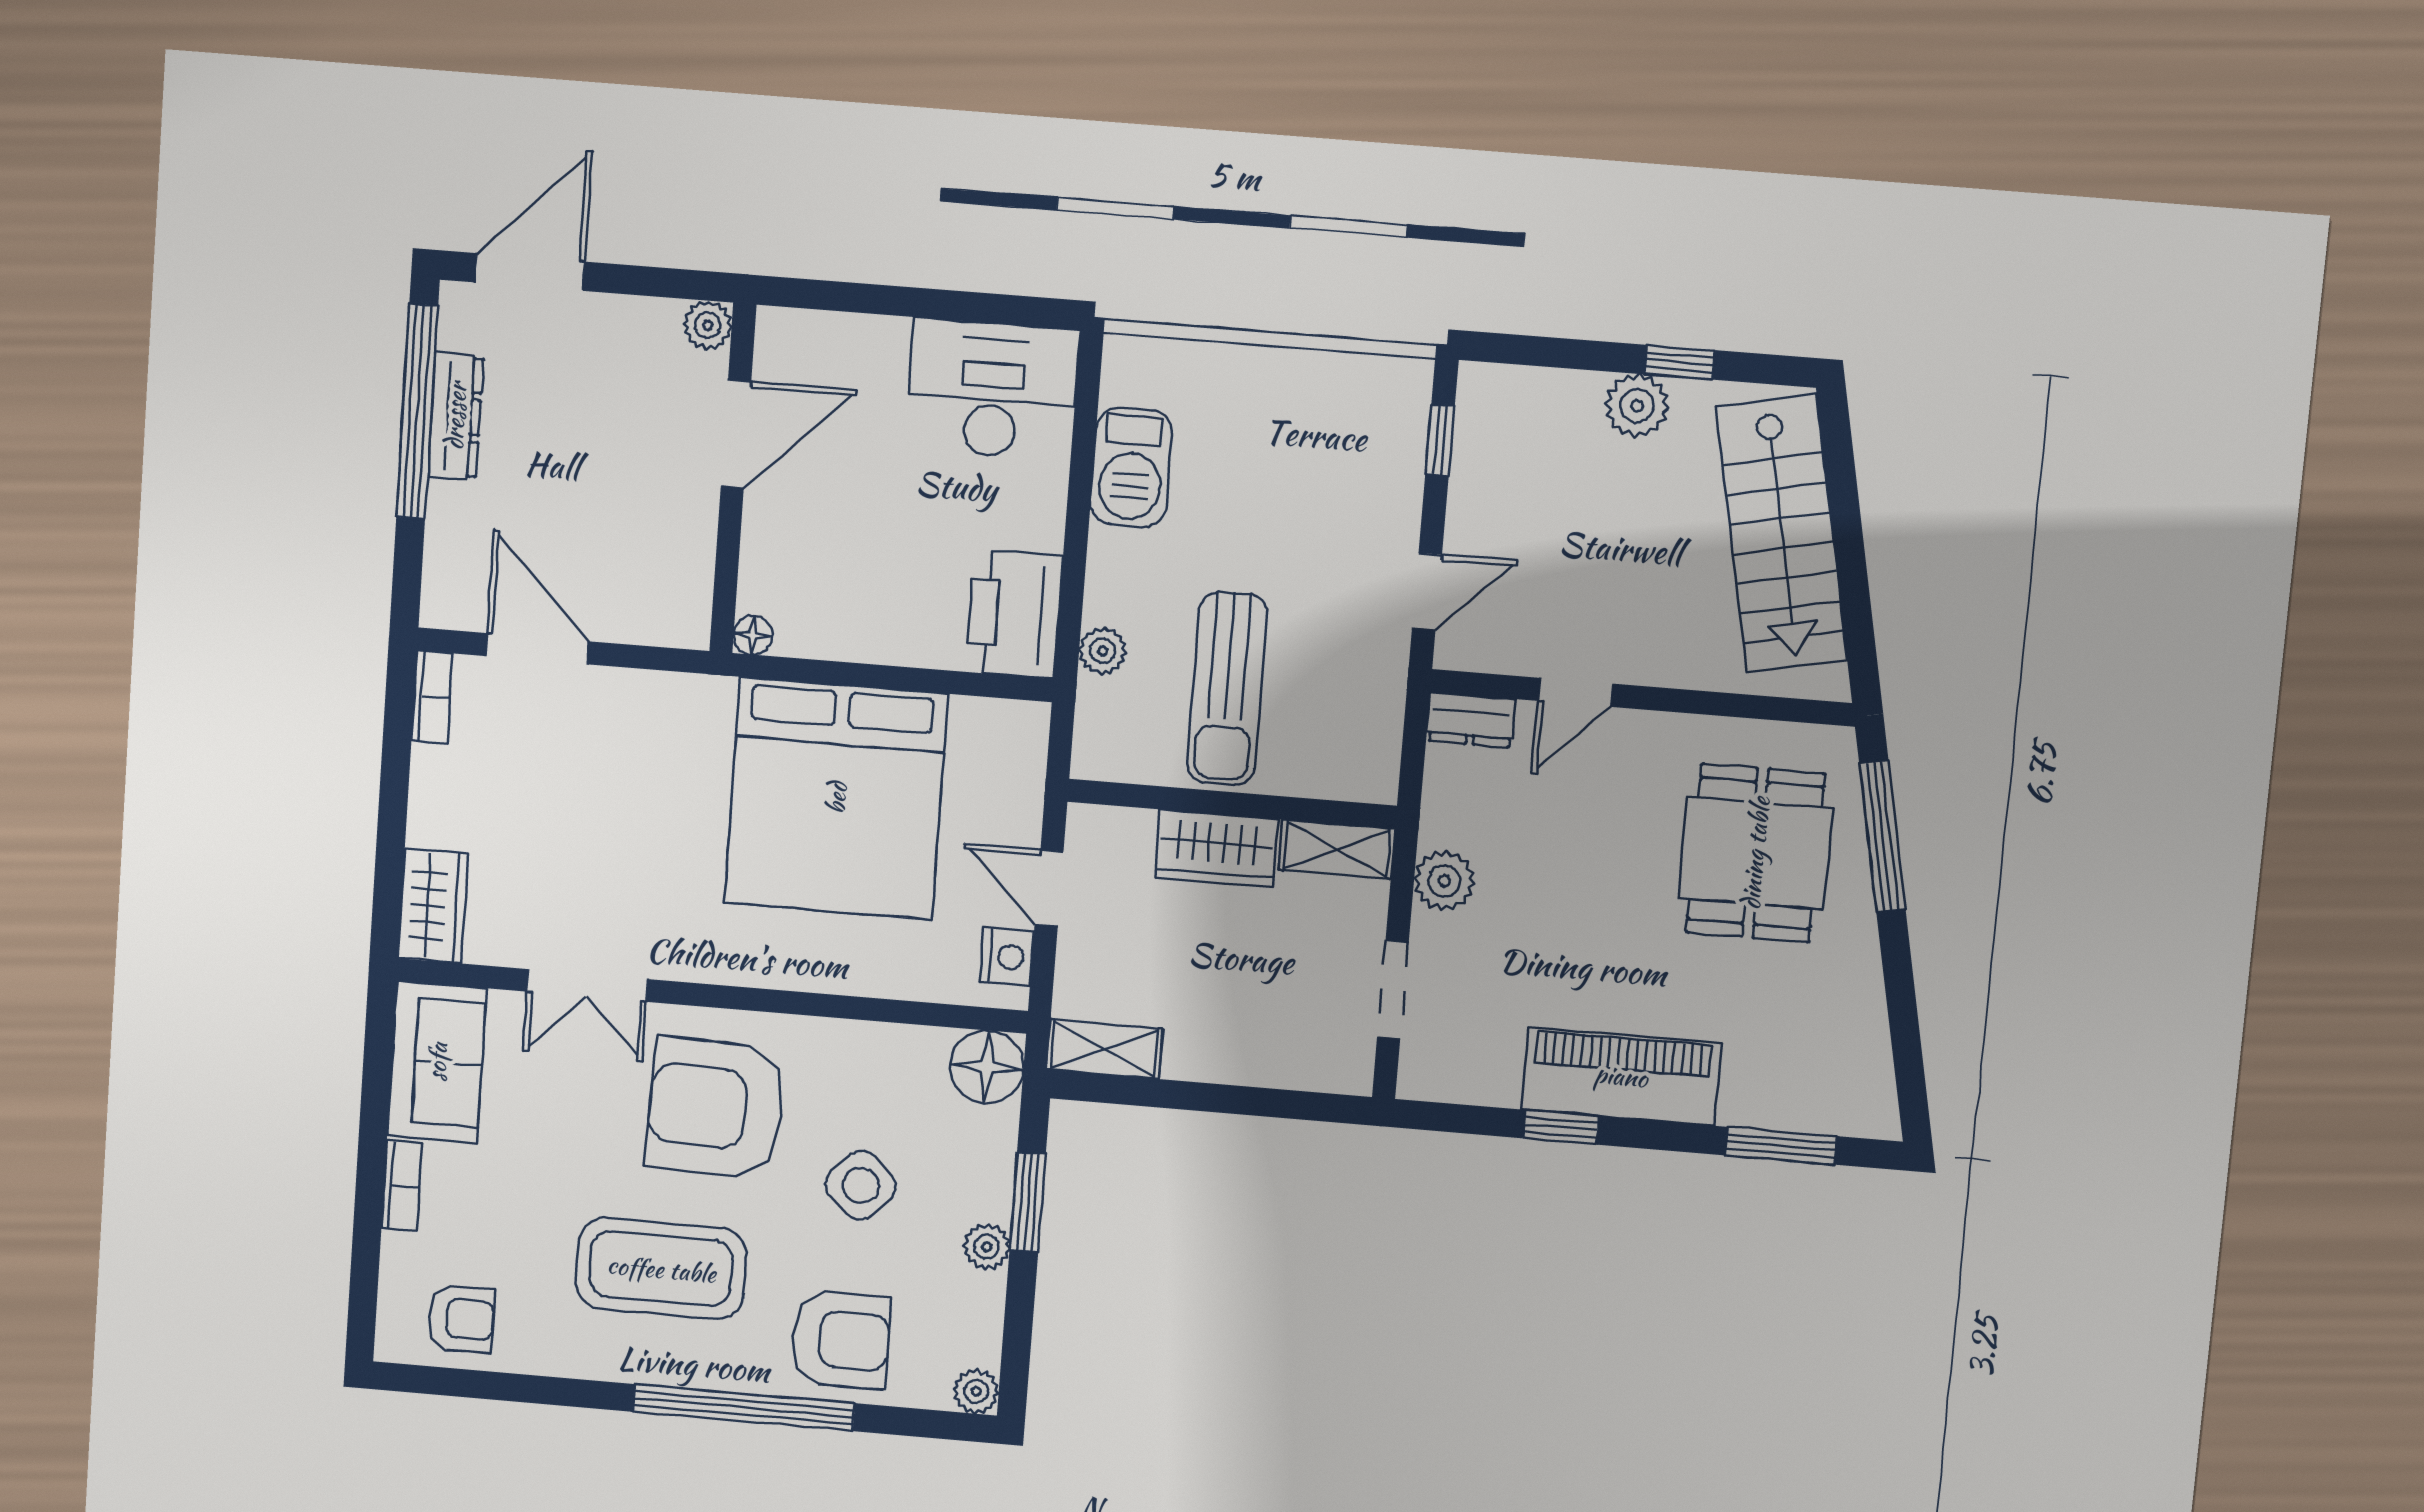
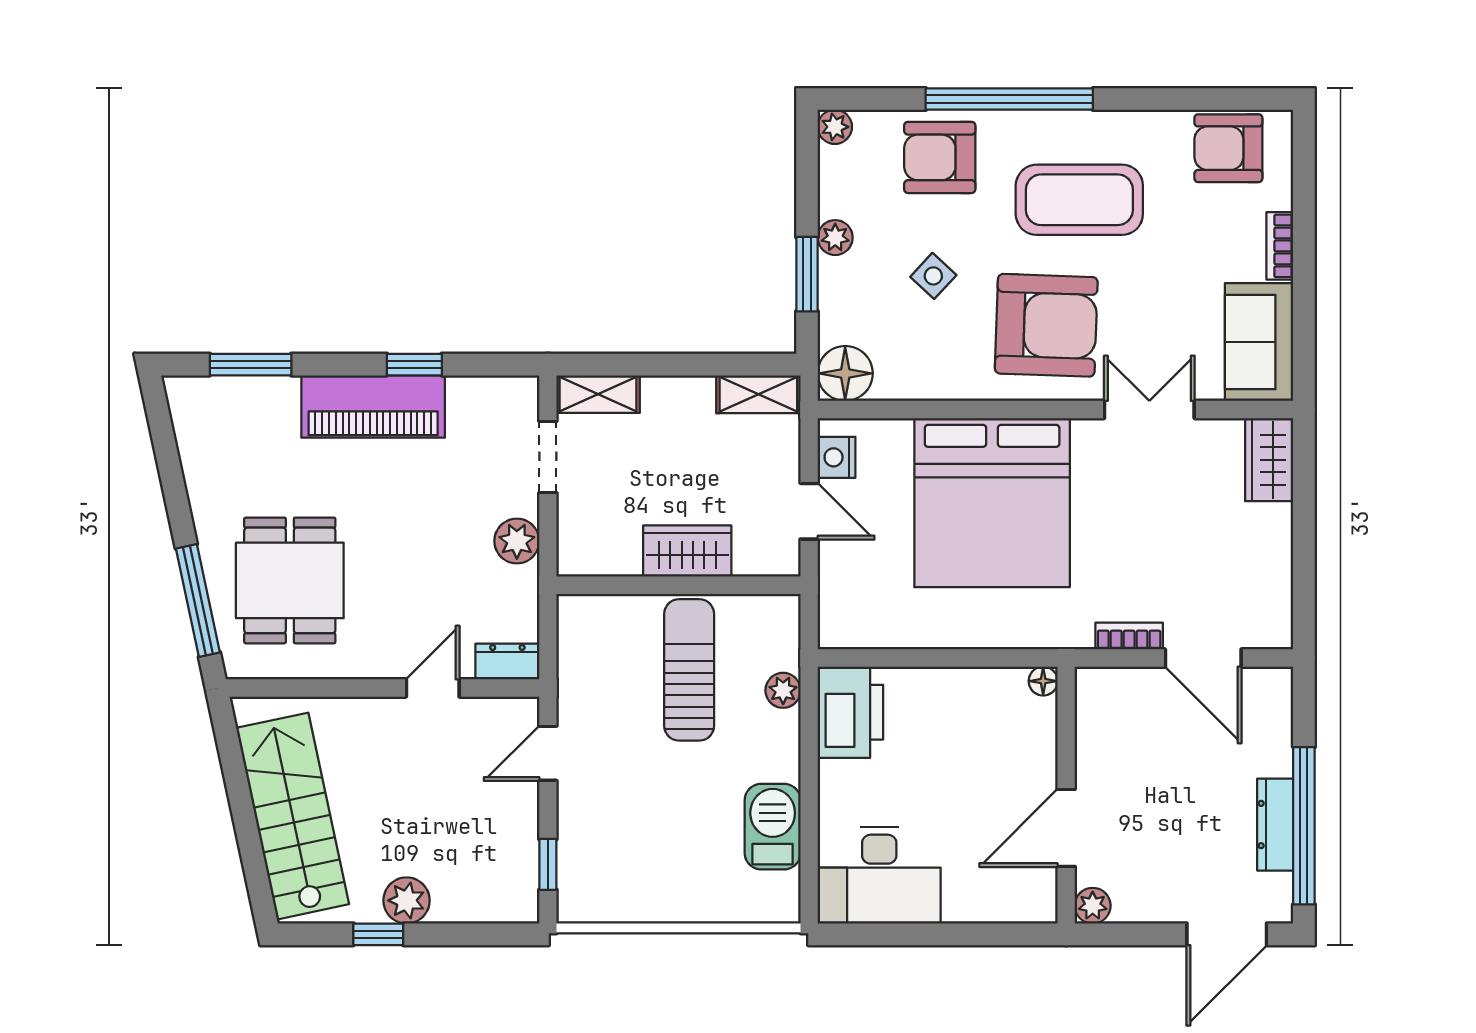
bookcase: (432, 697) -> (1129, 636), moved, turned 90
bed: (836, 798) -> (992, 503), moved, turned 180
shelving: (1337, 849) -> (598, 394), moved
side table: (861, 1185) -> (933, 276), width x0.73, depth x0.73
armchair: (461, 1319) -> (1228, 148), width x1.38, depth x1.38

